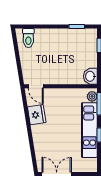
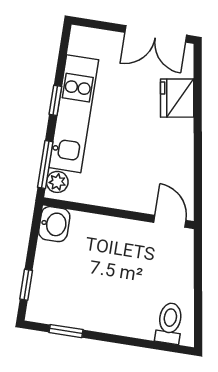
fridge: (37, 115) -> (177, 98), moved

